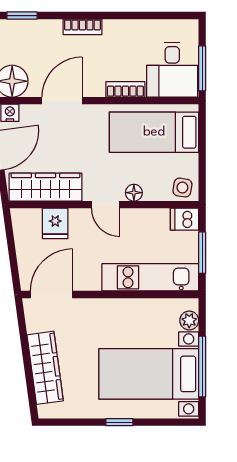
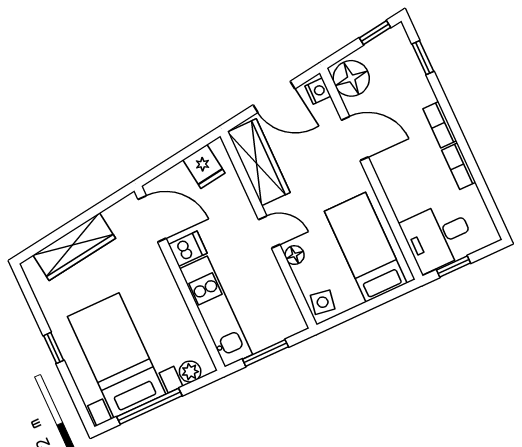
window: (202, 68) -> (454, 266), width x0.67
bookcase: (125, 89) -> (459, 166), moved, turned 180
door: (106, 205) -> (269, 232), swing flipped
dishwasher: (185, 219) -> (188, 249), moved, turned 90
fridge: (55, 223) -> (204, 166), moved, turned -98

